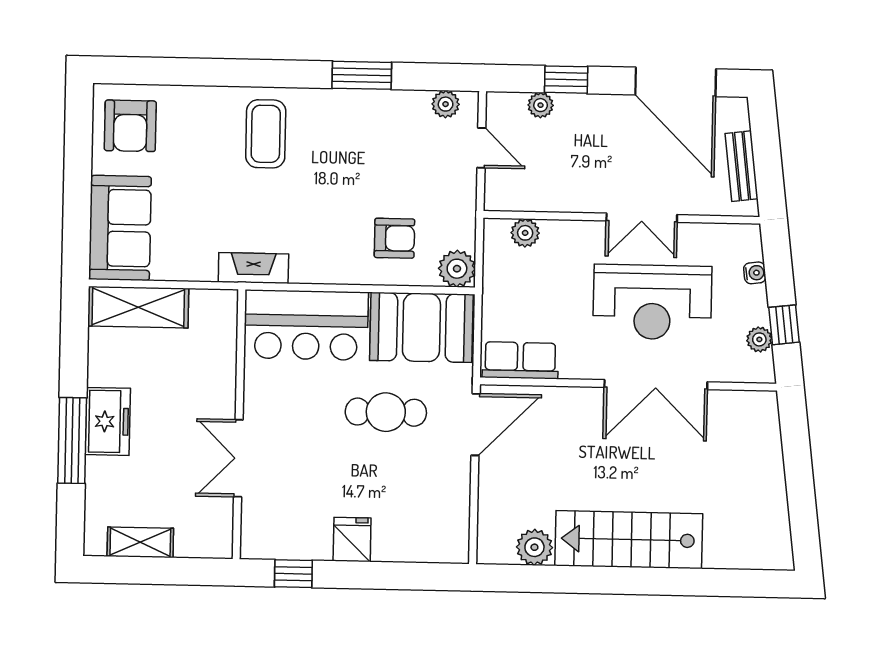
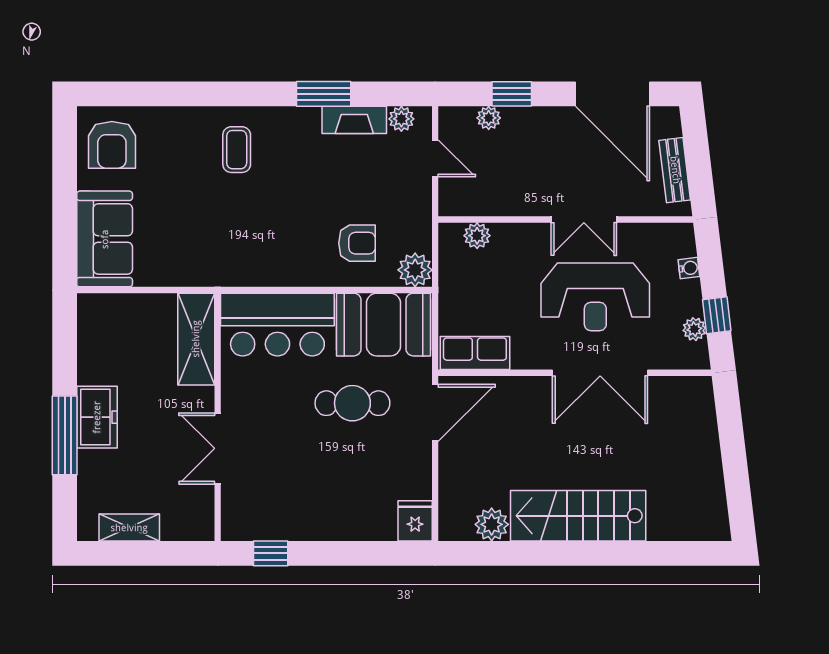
coffee table: (266, 134) -> (237, 150), width x0.73, depth x0.77
fireplace: (253, 268) -> (354, 120), moved, turned 180
shelving: (138, 307) -> (196, 339), moved, turned 90
fridge: (352, 540) -> (415, 521), moved

